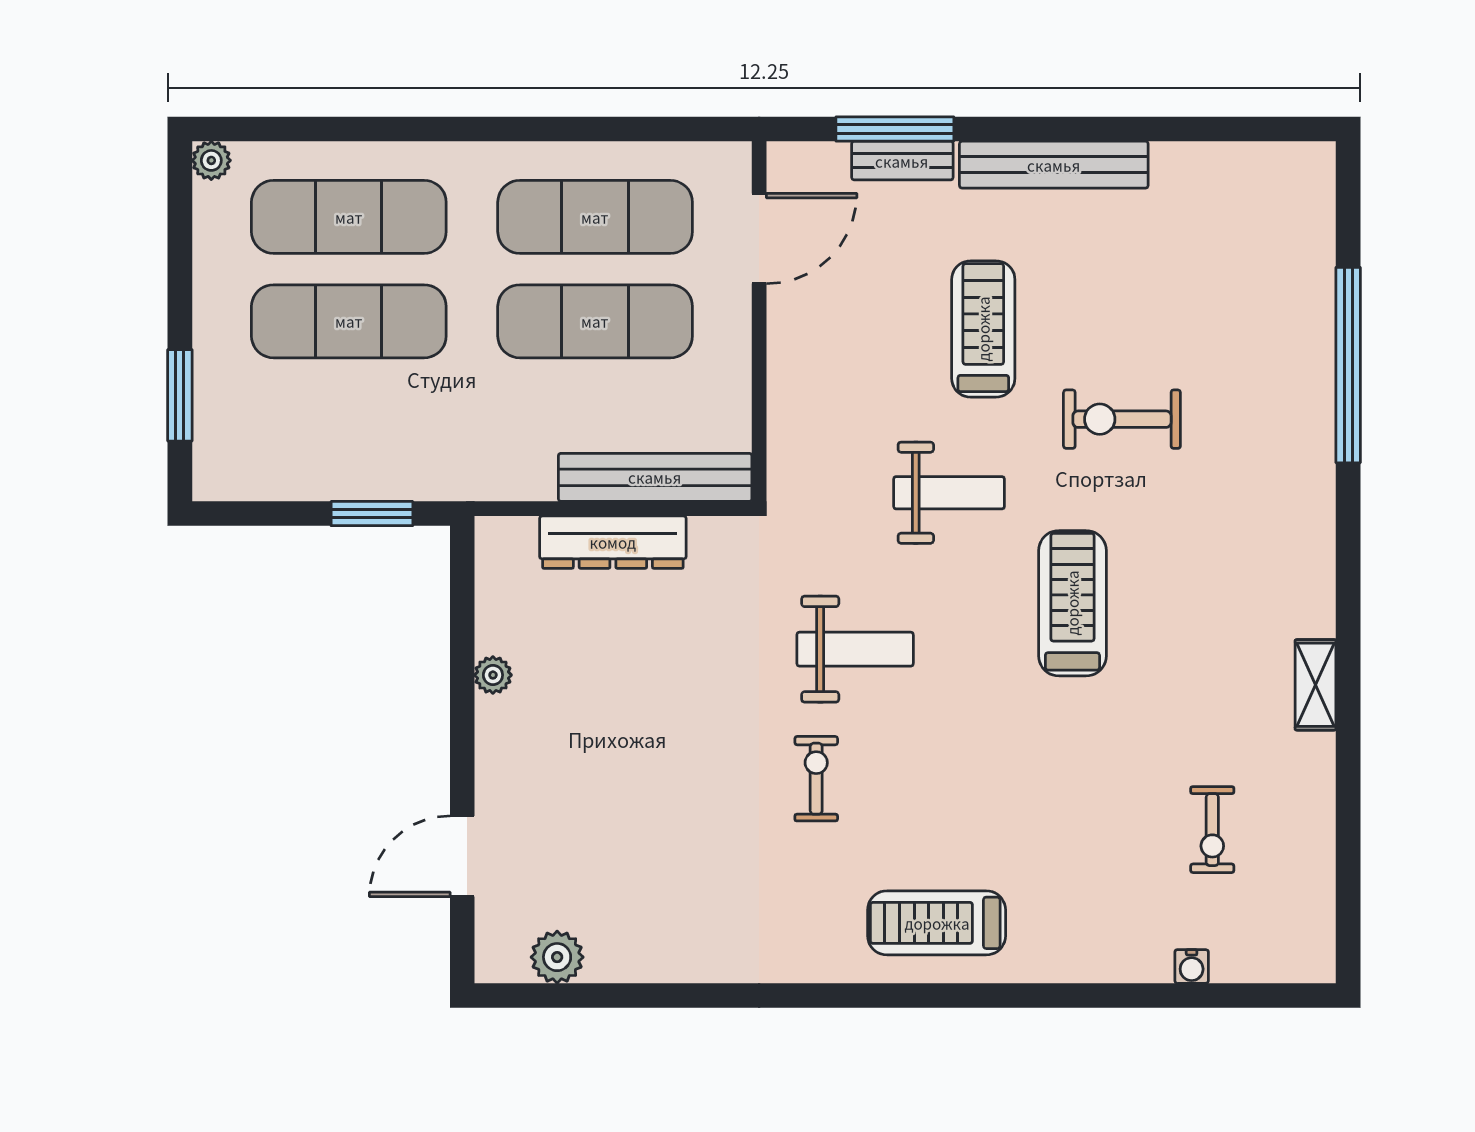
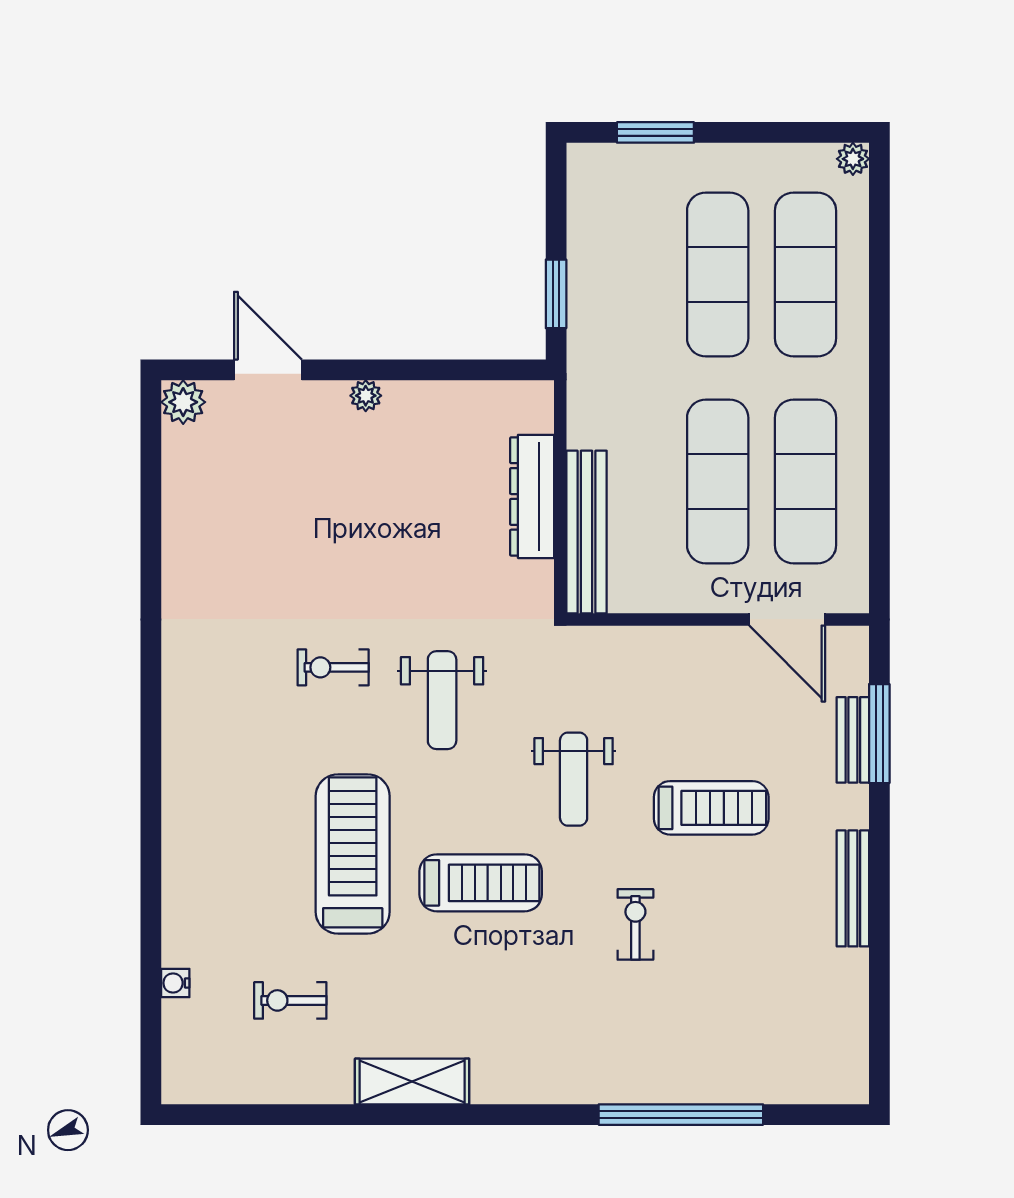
bench: (1054, 165) -> (853, 888), width x0.73, depth x0.82
exercise bike: (1122, 419) -> (635, 924), width x0.73, depth x0.72
plant: (493, 675) -> (366, 396), moved
shelving: (1316, 685) -> (412, 1082), width x1.50, depth x1.33
exercise bike: (816, 779) -> (333, 667), turned 180
treadmill: (937, 923) -> (353, 854), moved, width x1.37, depth x1.38
plant: (557, 957) -> (183, 402), moved

